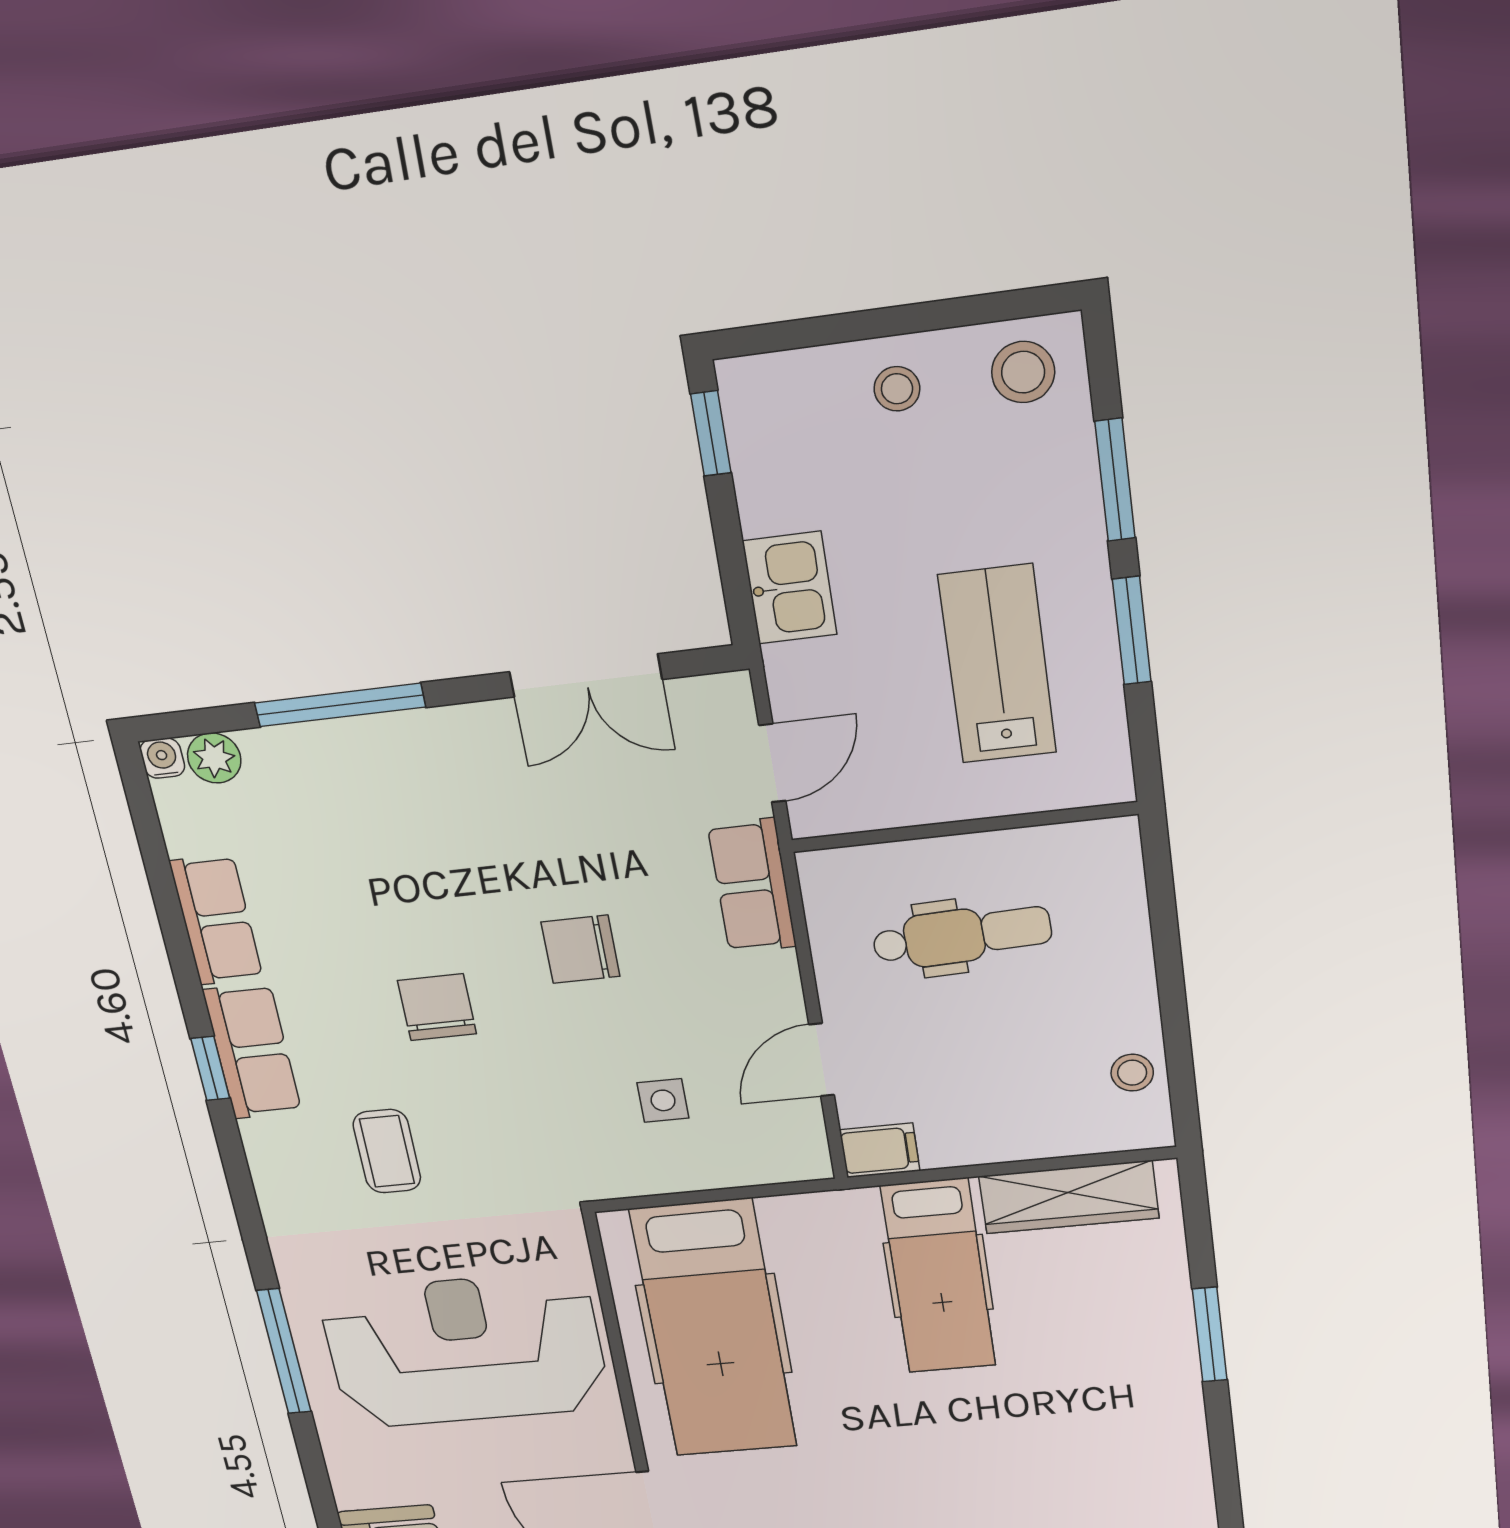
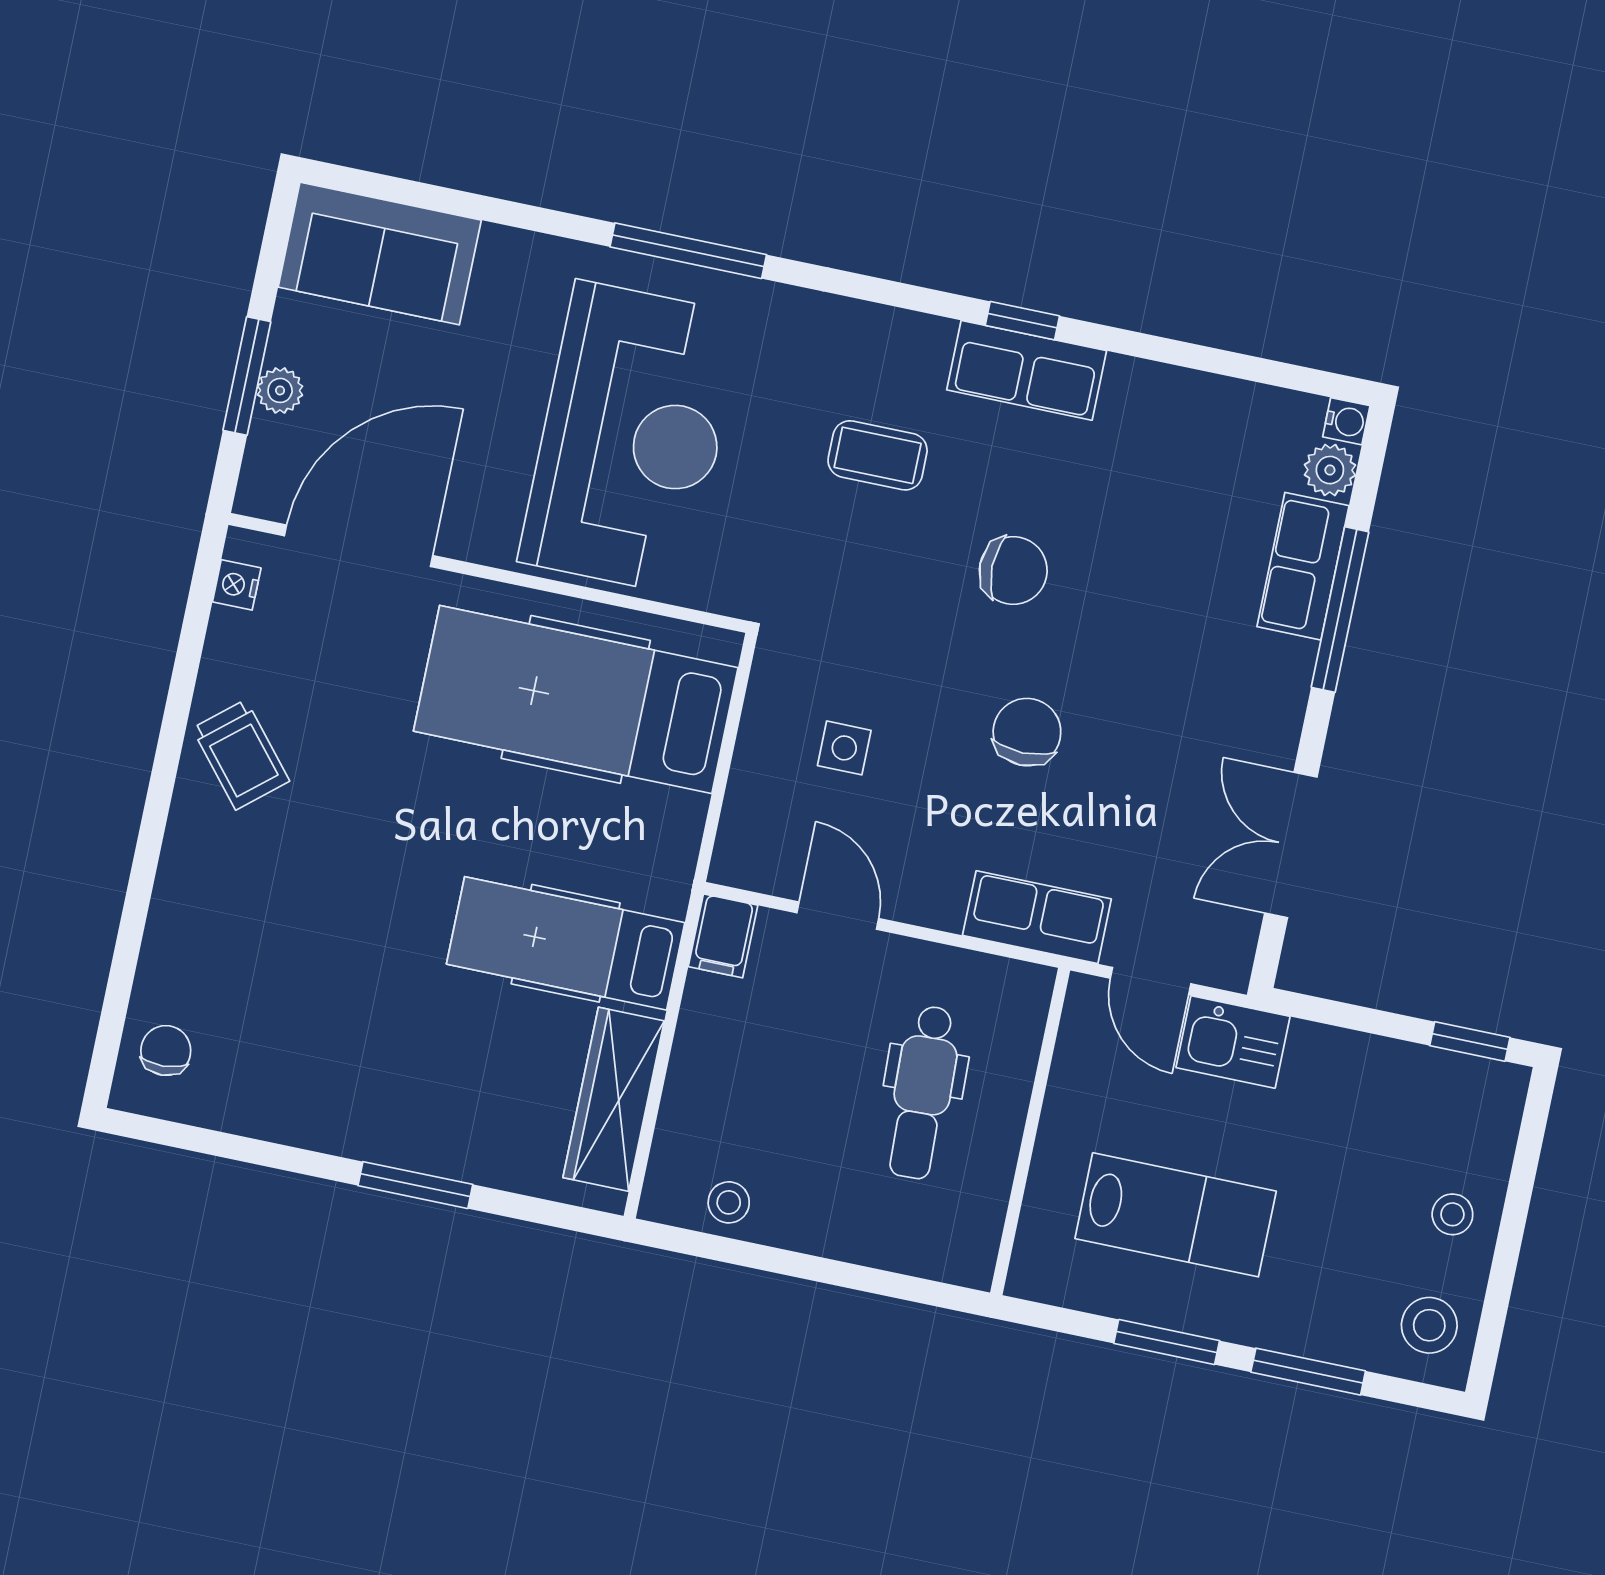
kitchen sink: (790, 588) -> (1233, 1042), moved
row of seats: (216, 920) -> (1303, 566), moved, turned 90

